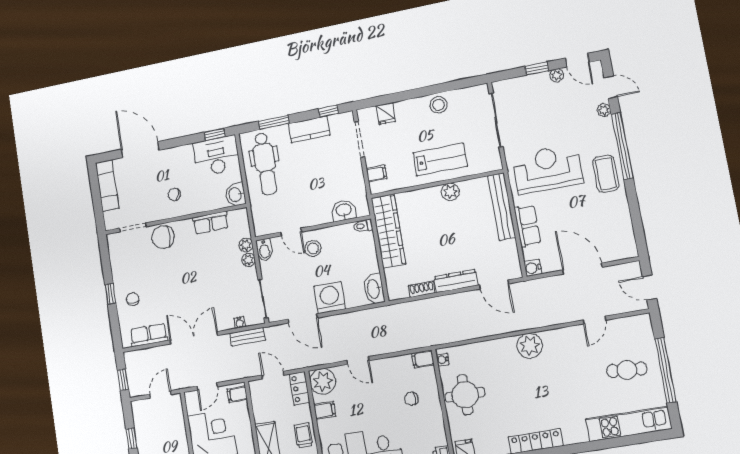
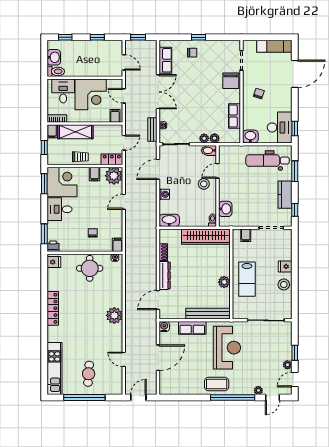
fridge: (386, 114) -> (285, 266), moved
chair: (163, 237) -> (231, 81), turned 180
washing machine: (330, 298) -> (164, 194), width x0.53, depth x0.53

